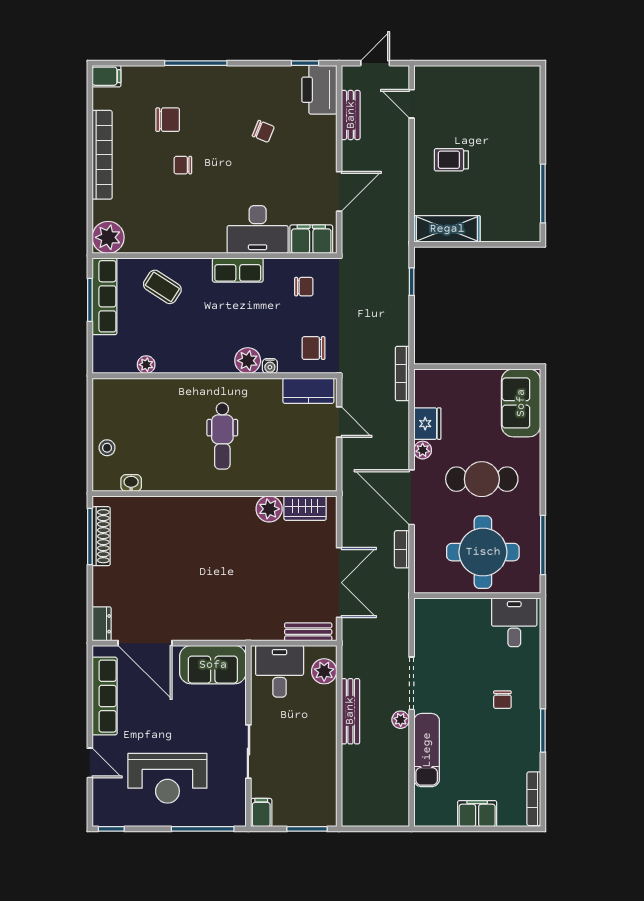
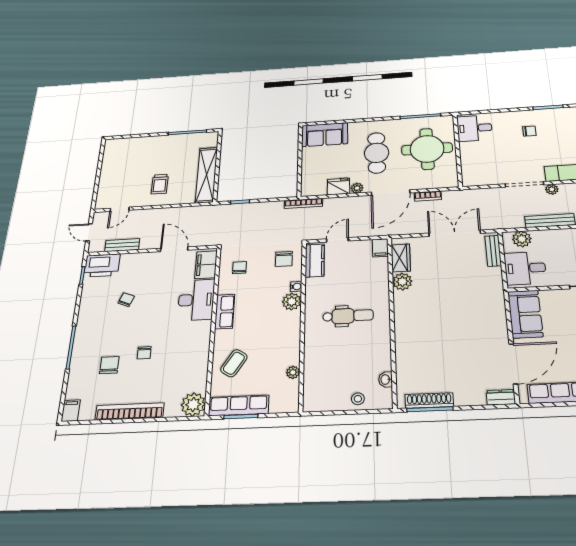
shelving: (447, 229) -> (206, 175), width x1.47
filing cabinet: (323, 481) -> (380, 248), added

